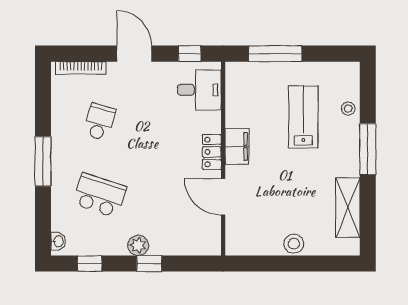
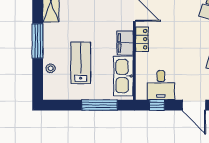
desk: (199, 90) -> (161, 85), moved, turned -90
kitchen sink: (239, 97) -> (123, 76), added
lab bench: (303, 117) -> (81, 63), turned 180

